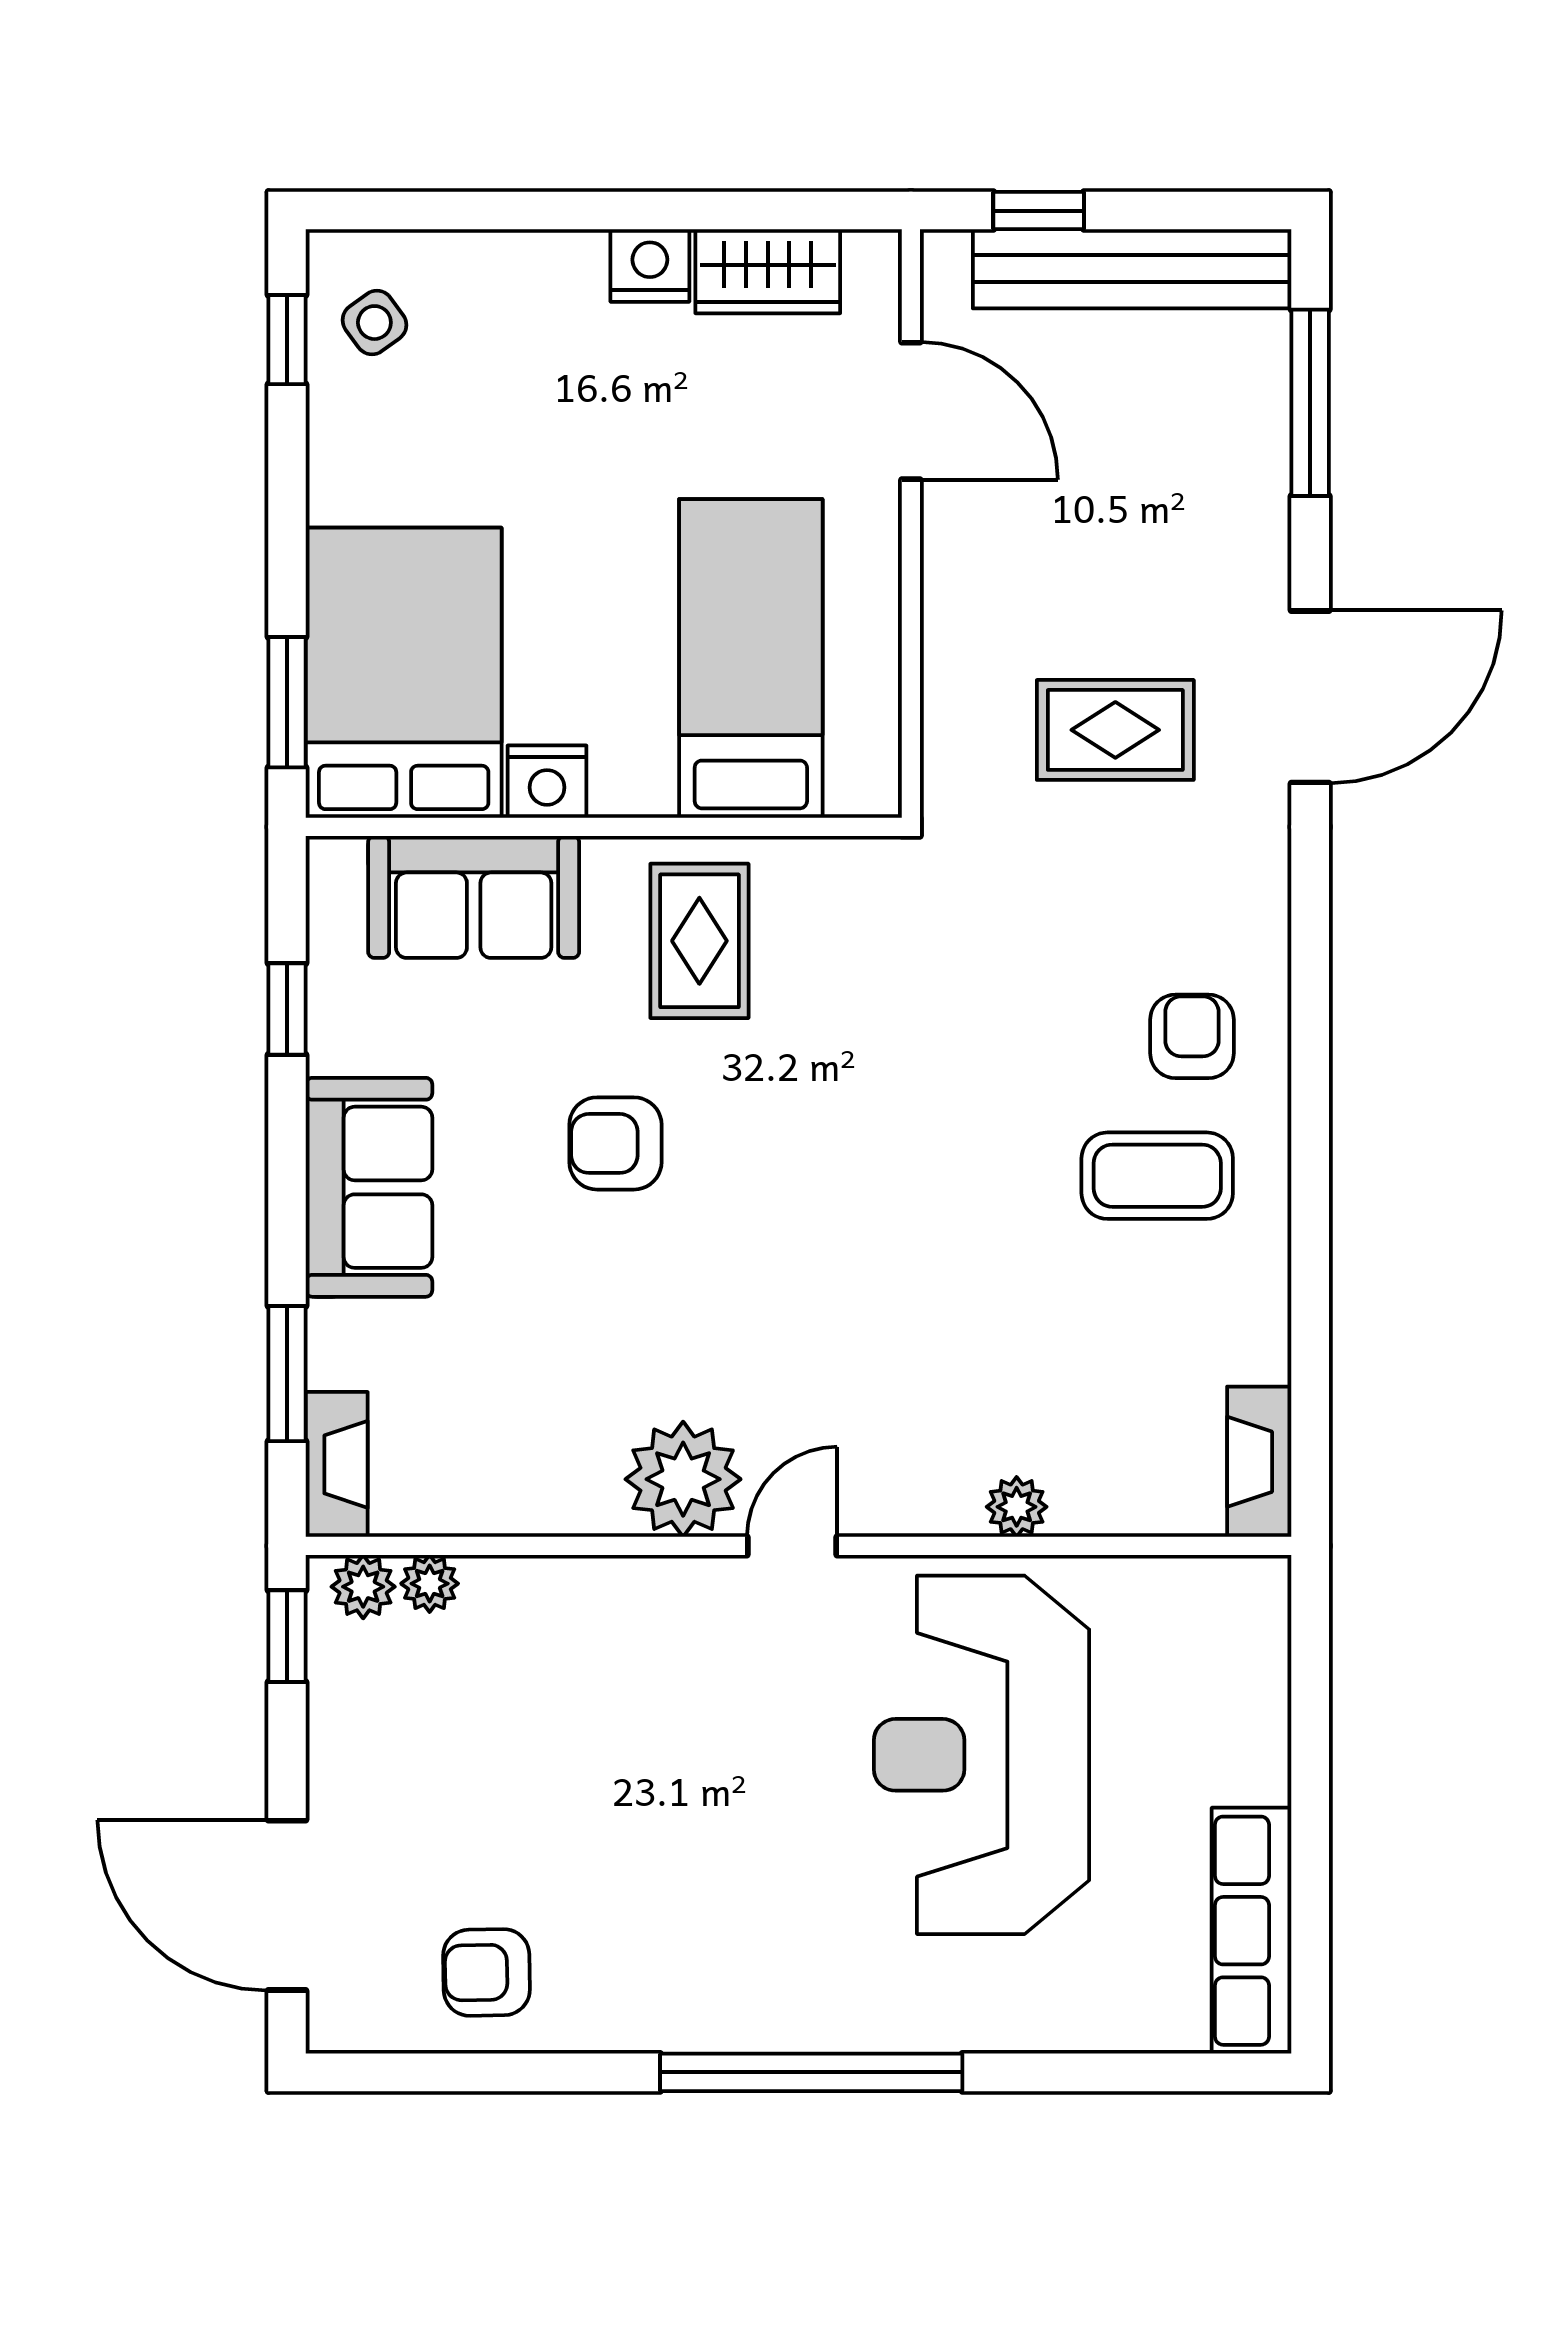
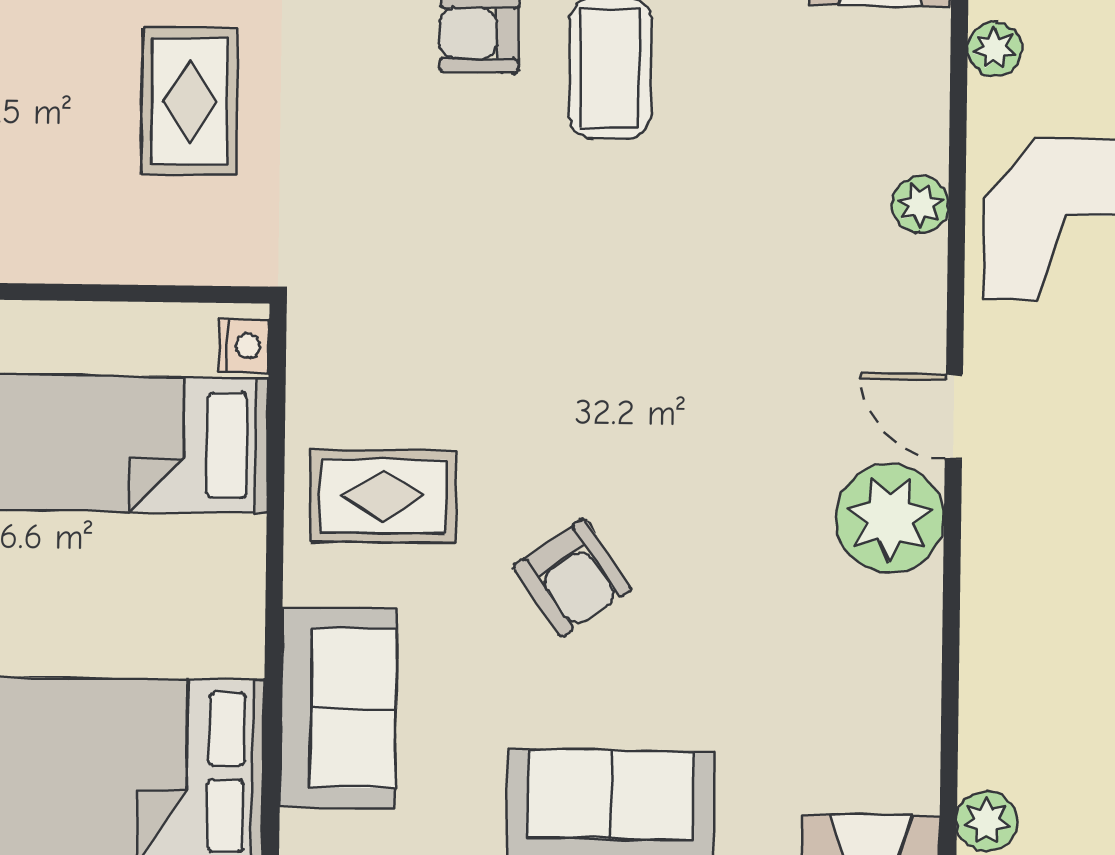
nightstand: (547, 782) -> (244, 346), moved, width x0.72, depth x0.74
armchair: (615, 1143) -> (573, 578), turned -35
plant: (430, 1584) -> (994, 49), moved

